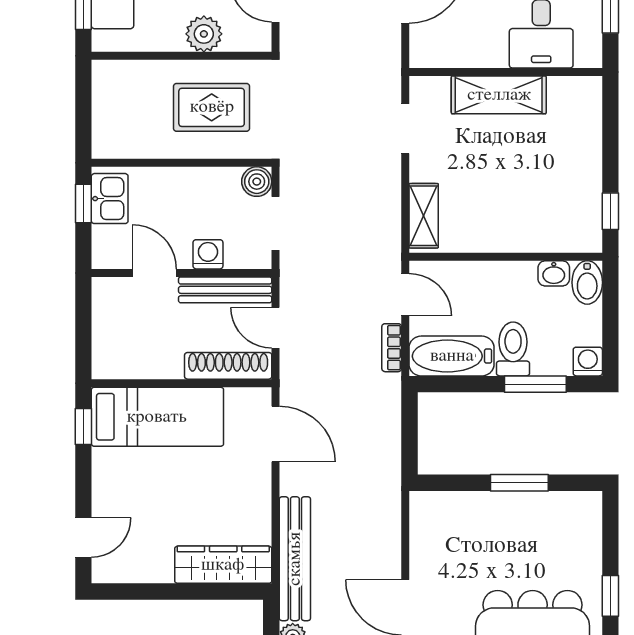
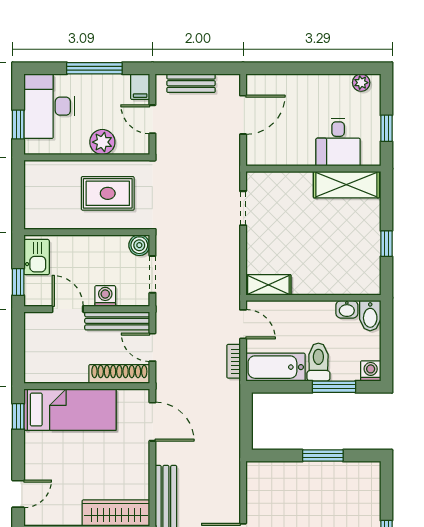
shelving: (499, 95) -> (346, 185), moved
window: (83, 203) -> (18, 282), moved
window: (610, 211) -> (386, 244), moved
shelving: (424, 216) -> (268, 285), moved, turned 90

